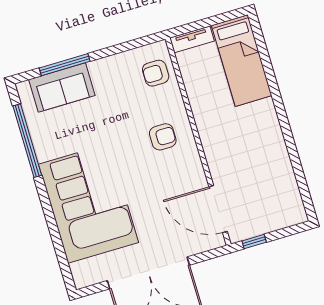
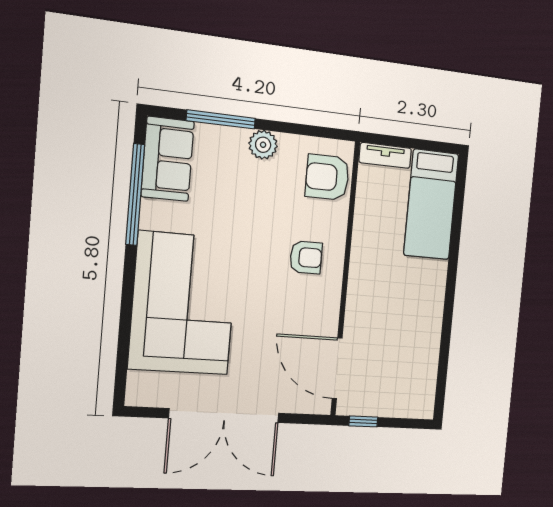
plant: (101, 70) -> (263, 145), added
armchair: (156, 73) -> (327, 177), width x1.38, depth x1.38
sofa: (62, 87) -> (168, 159), moved, turned -90

